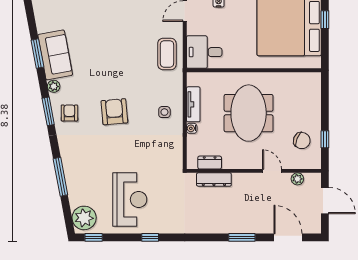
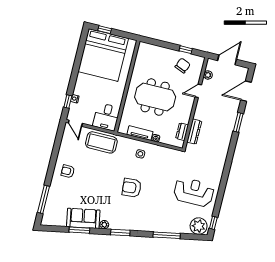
coffee table: (167, 54) -> (101, 142), width x1.36, depth x1.32
armchair: (69, 113) -> (68, 171), moved
window: (150, 237) -> (223, 185), removed

